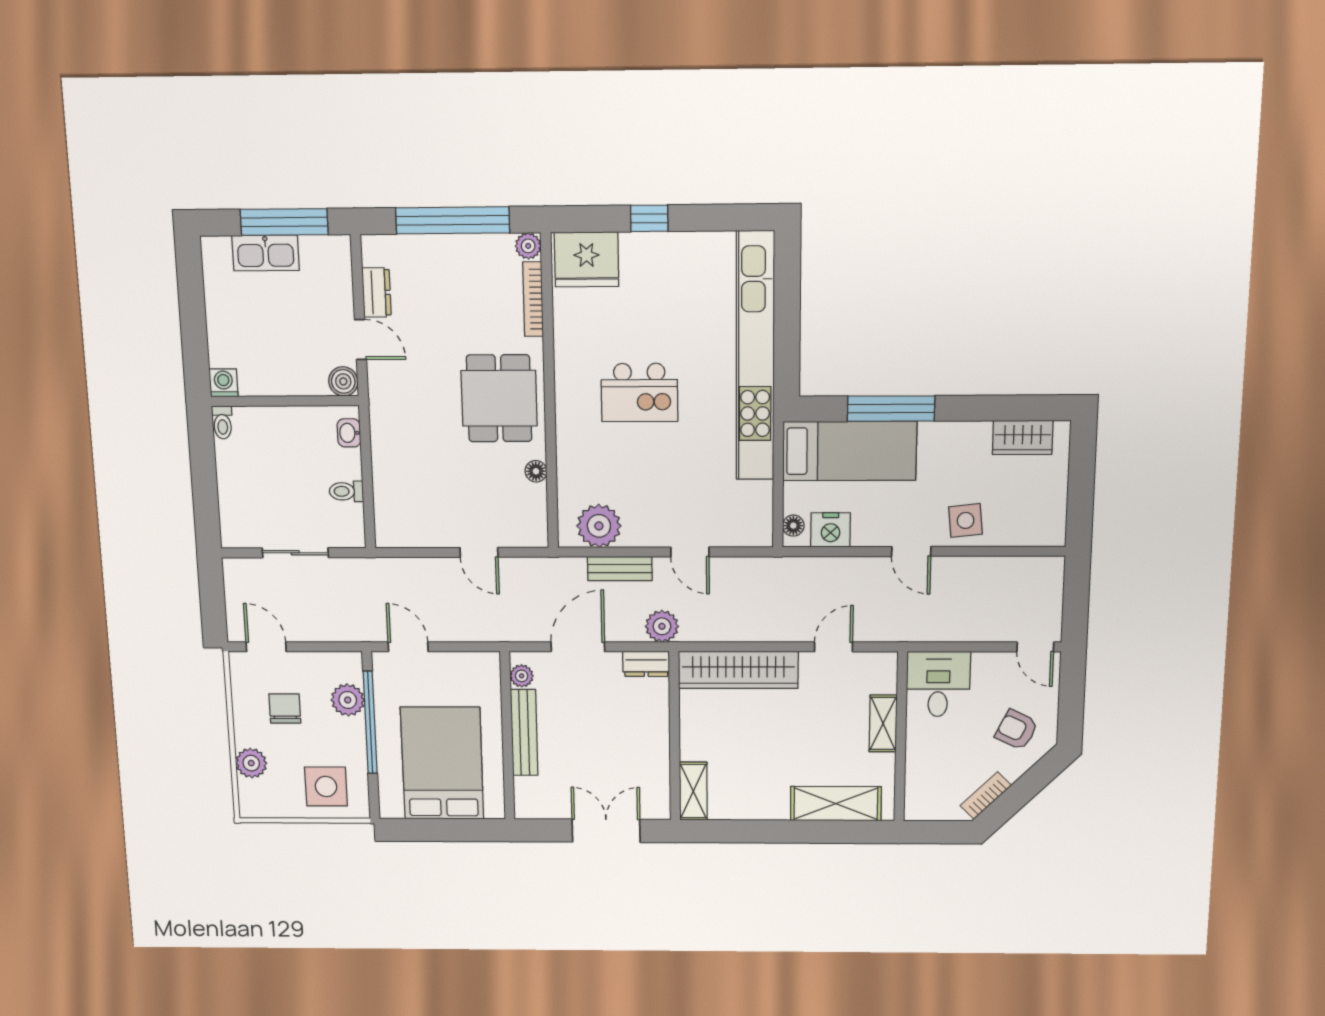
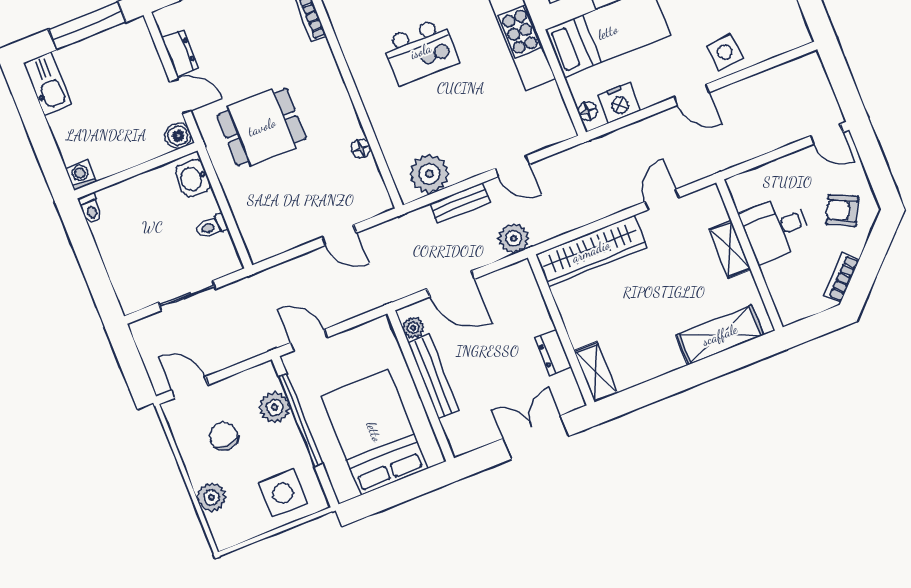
kitchen sink: (266, 253) -> (47, 84), moved, turned -90
dining table: (499, 398) -> (262, 127), moved, turned 90
washbasin: (349, 433) -> (193, 178), width x1.38, depth x1.45
door: (578, 647) -> (451, 284), swing flipped
dresser: (646, 664) -> (553, 353), moved, turned 90
desk: (938, 684) -> (776, 229), moved, turned -90

